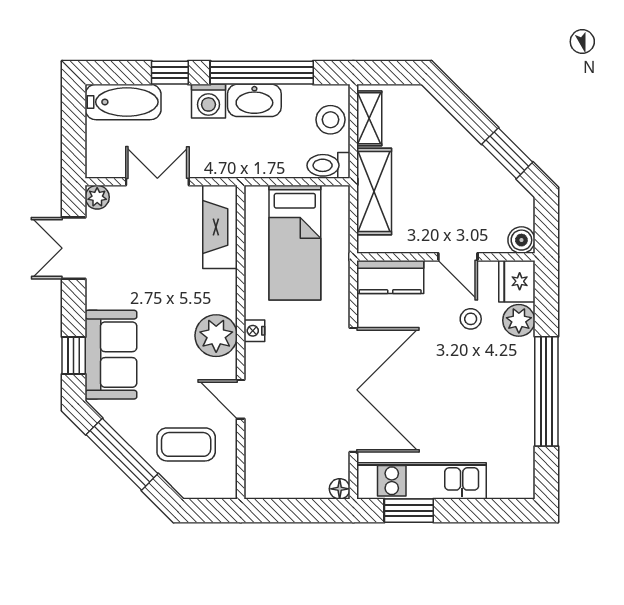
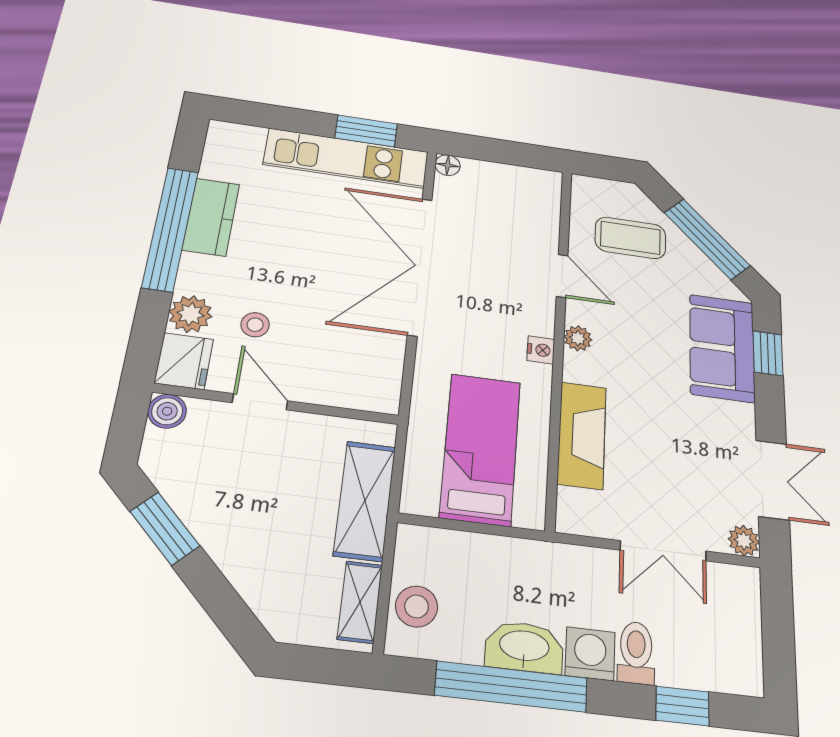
window: (170, 73) -> (682, 706), moved
bathtub: (123, 102) -> (711, 666), removed
toilet: (329, 165) -> (636, 653), moved, turned -90
fireplace: (220, 227) -> (582, 435), moved
kitchen counter: (390, 277) -> (211, 217), moved, turned 90
plant: (216, 336) -> (578, 338), width x0.53, depth x0.53

